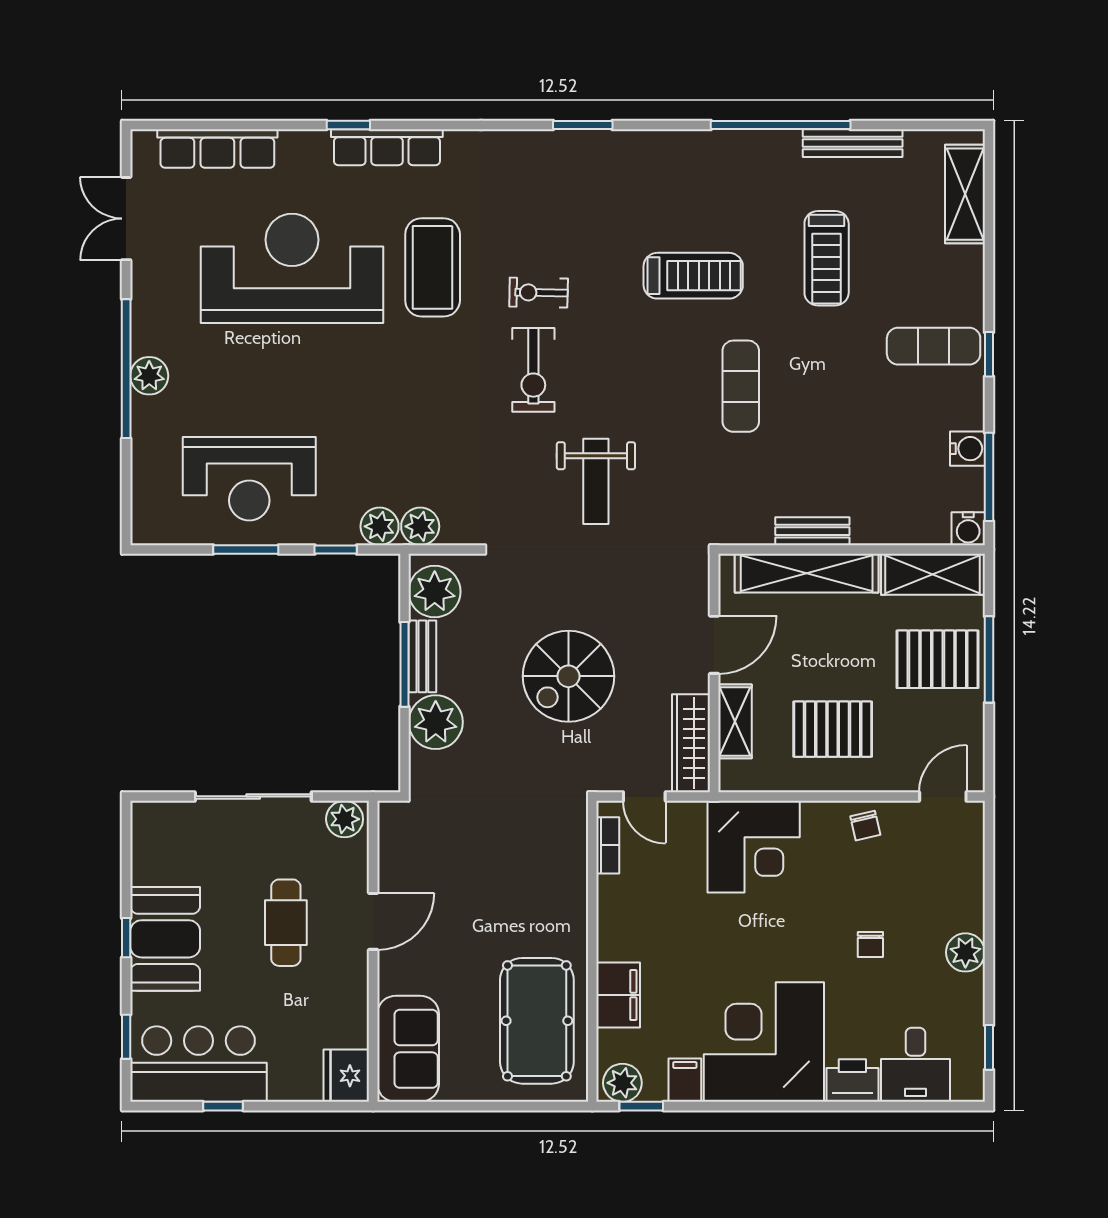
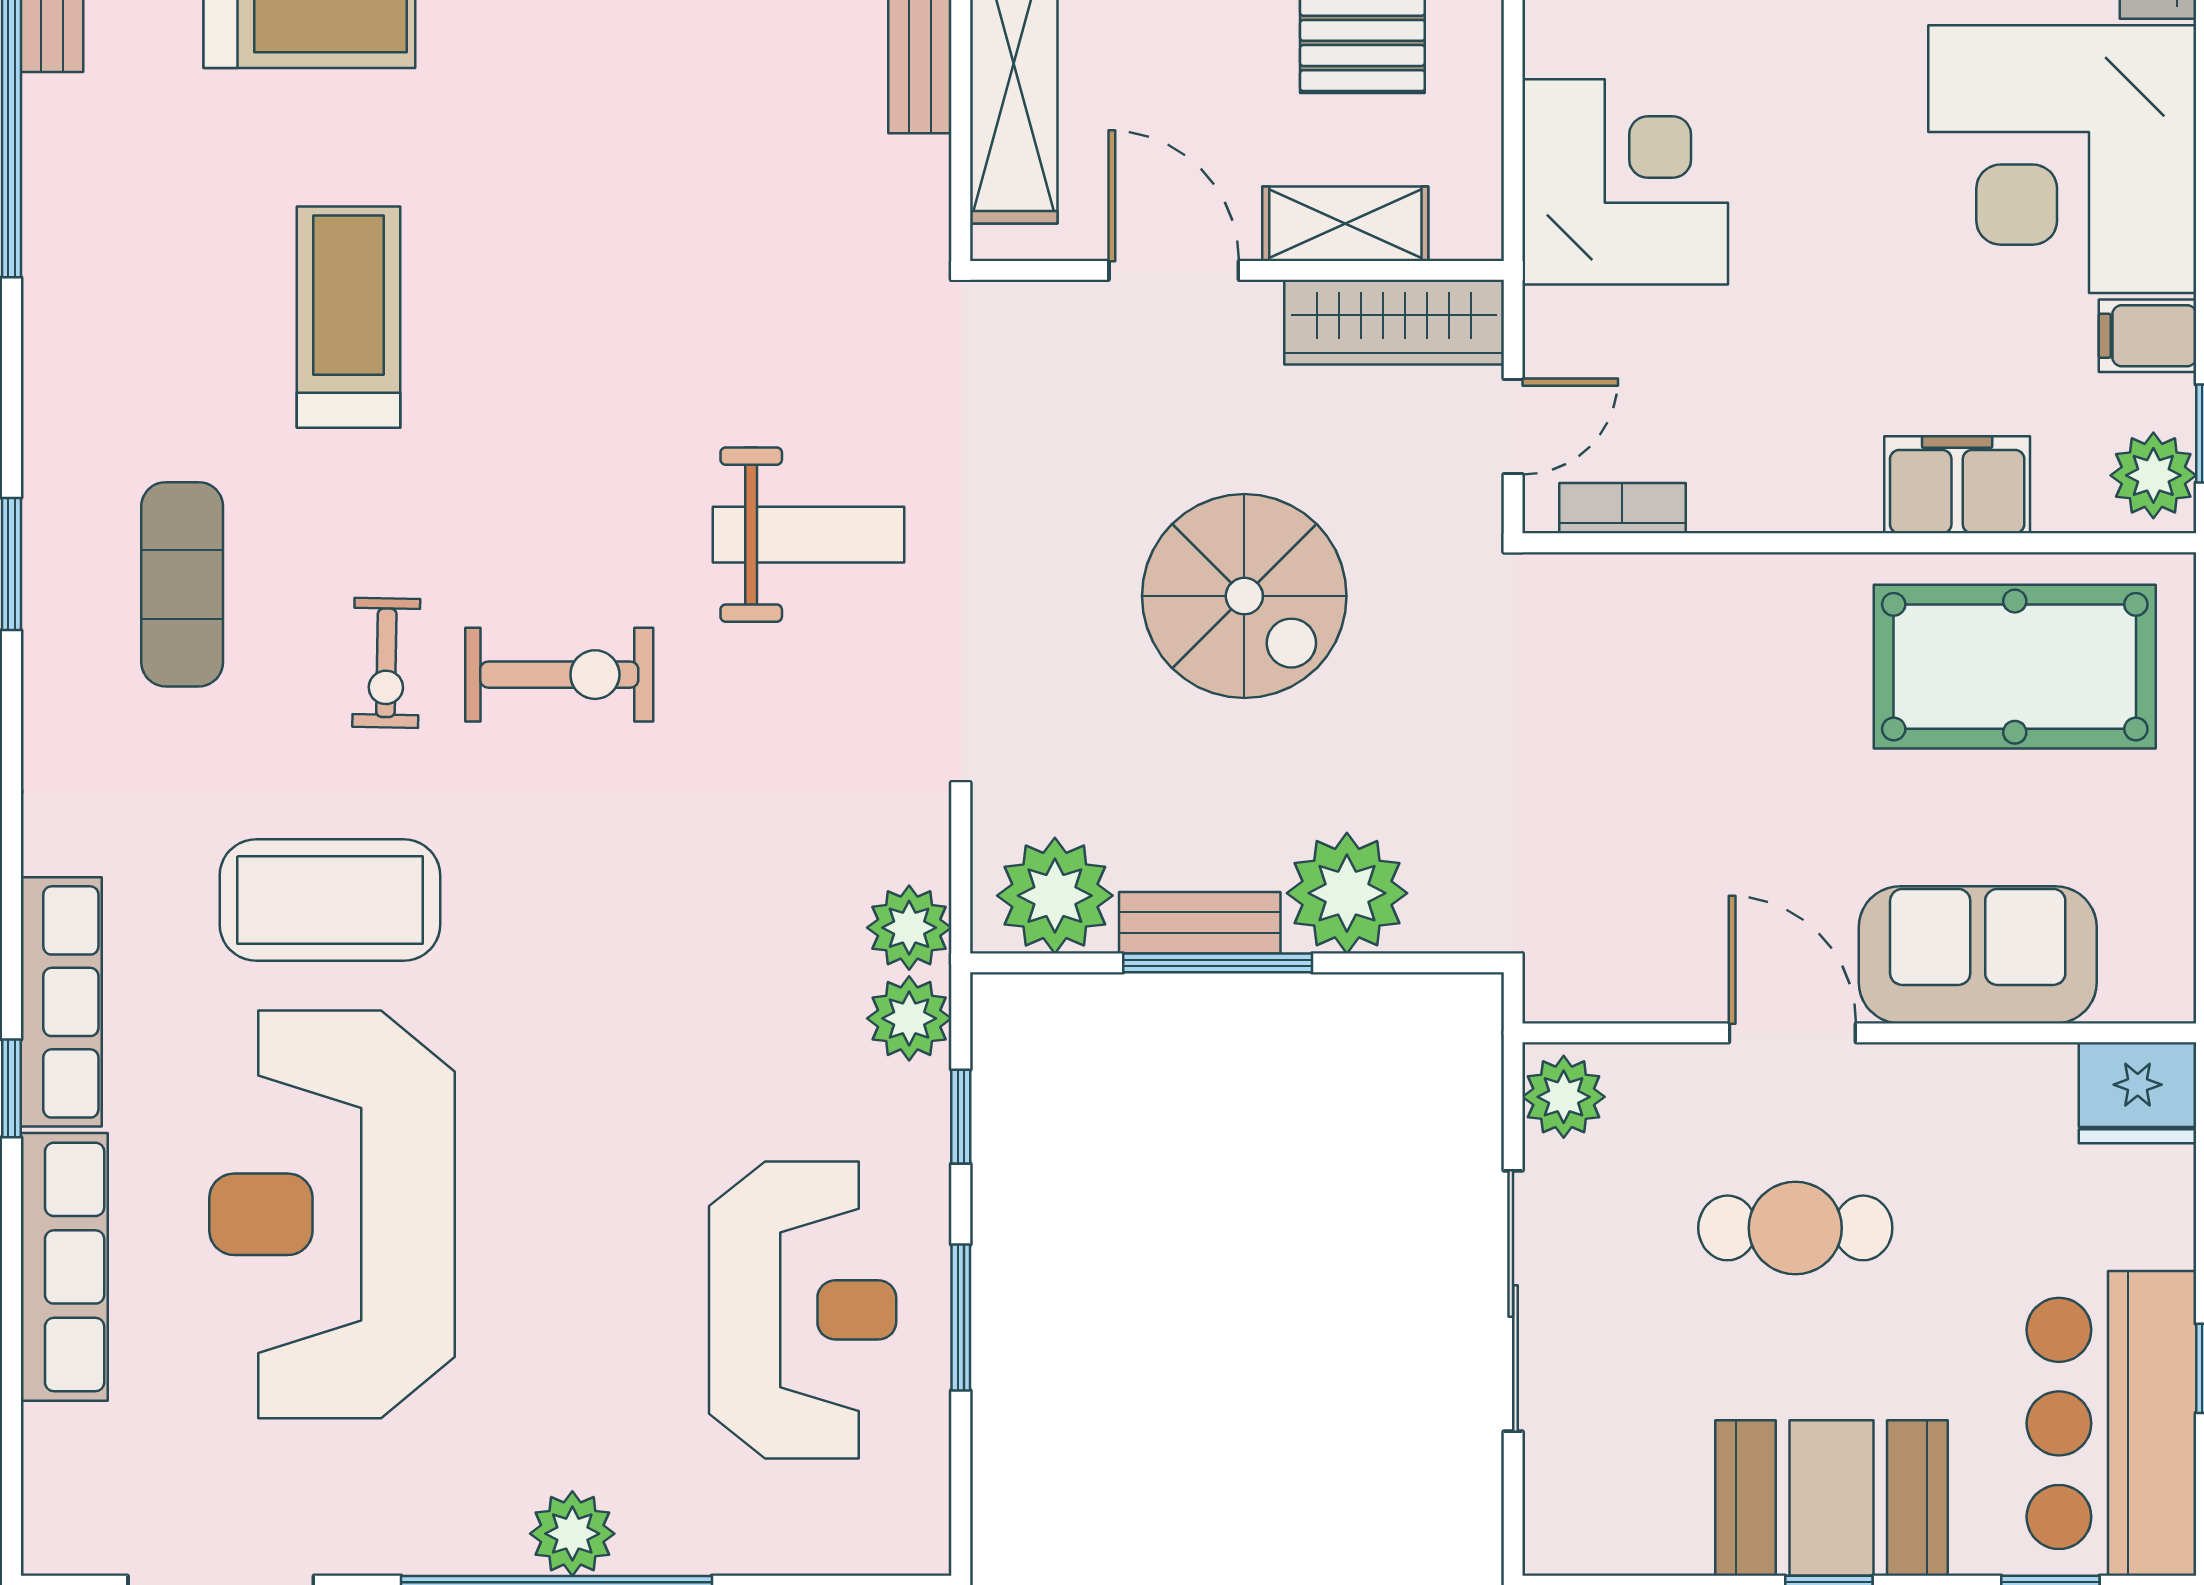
row of seats: (217, 149) -> (64, 1267), moved
exercise mat: (741, 386) -> (182, 584), moved, turned 90
sofa: (408, 1049) -> (1978, 955), moved

